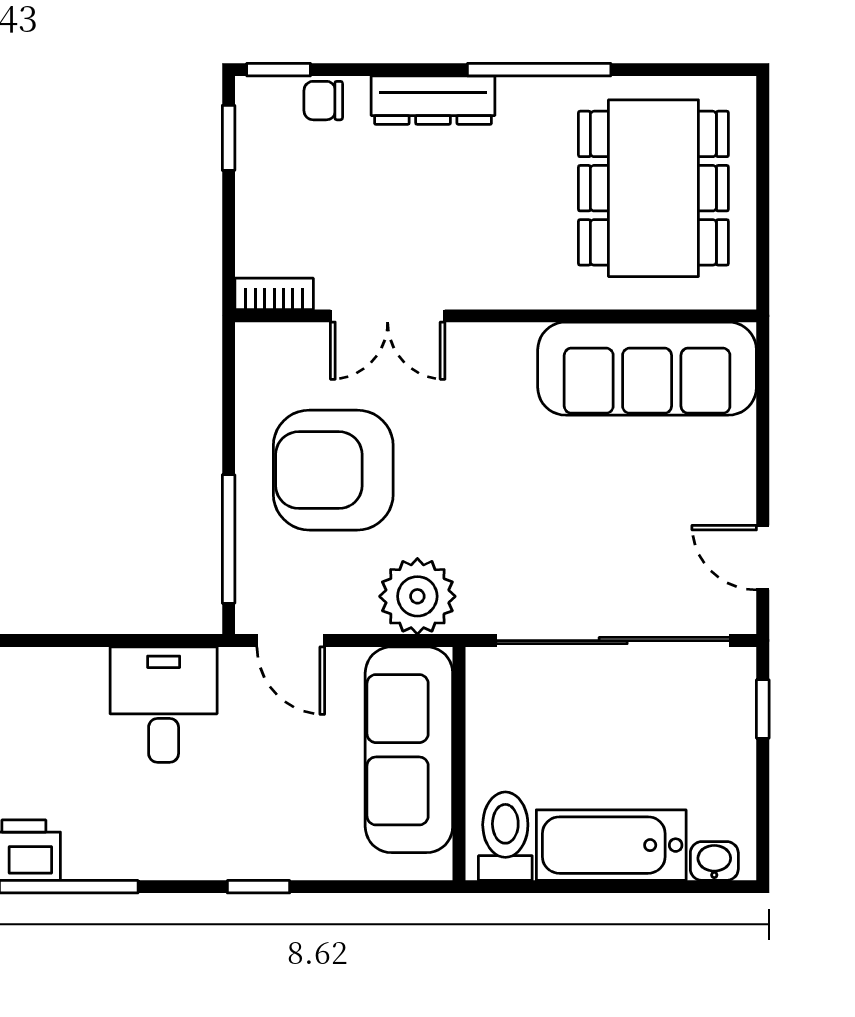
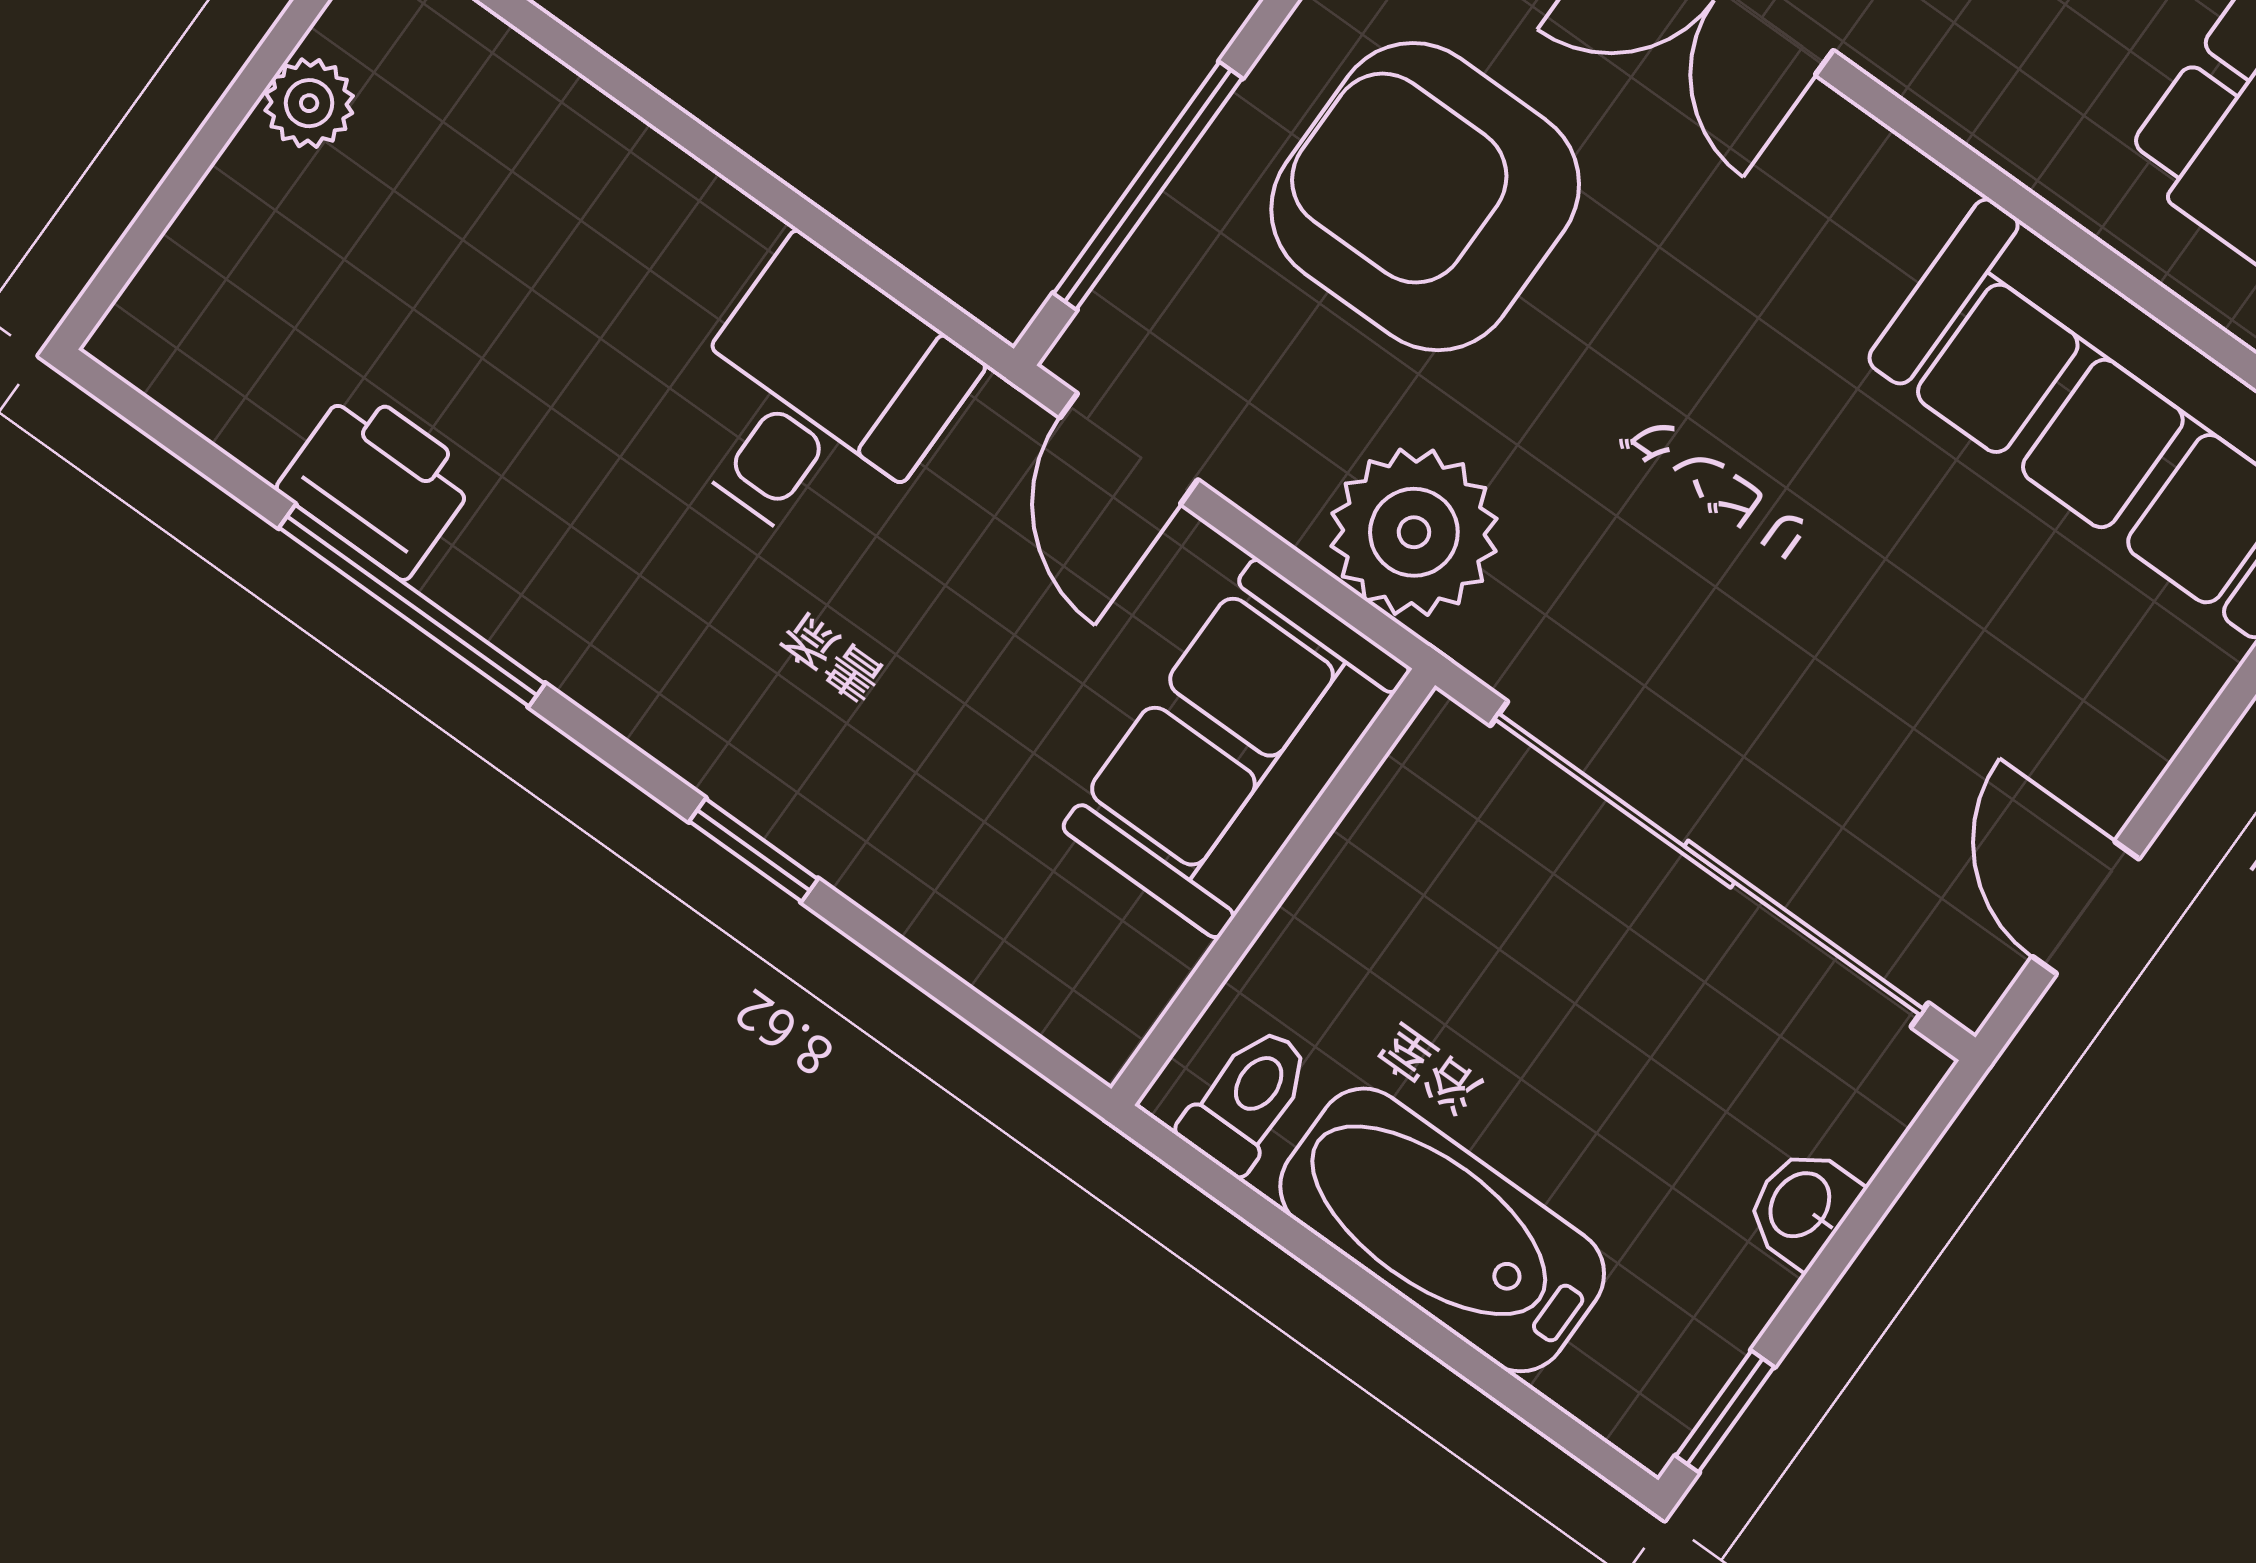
window: (763, 709) -> (1725, 1411), moved
sofa: (409, 750) -> (1236, 749), width x0.73
toilet: (505, 836) -> (1247, 1100), width x0.73, depth x0.72
washbasin: (714, 861) -> (1802, 1206), moved, turned -90

